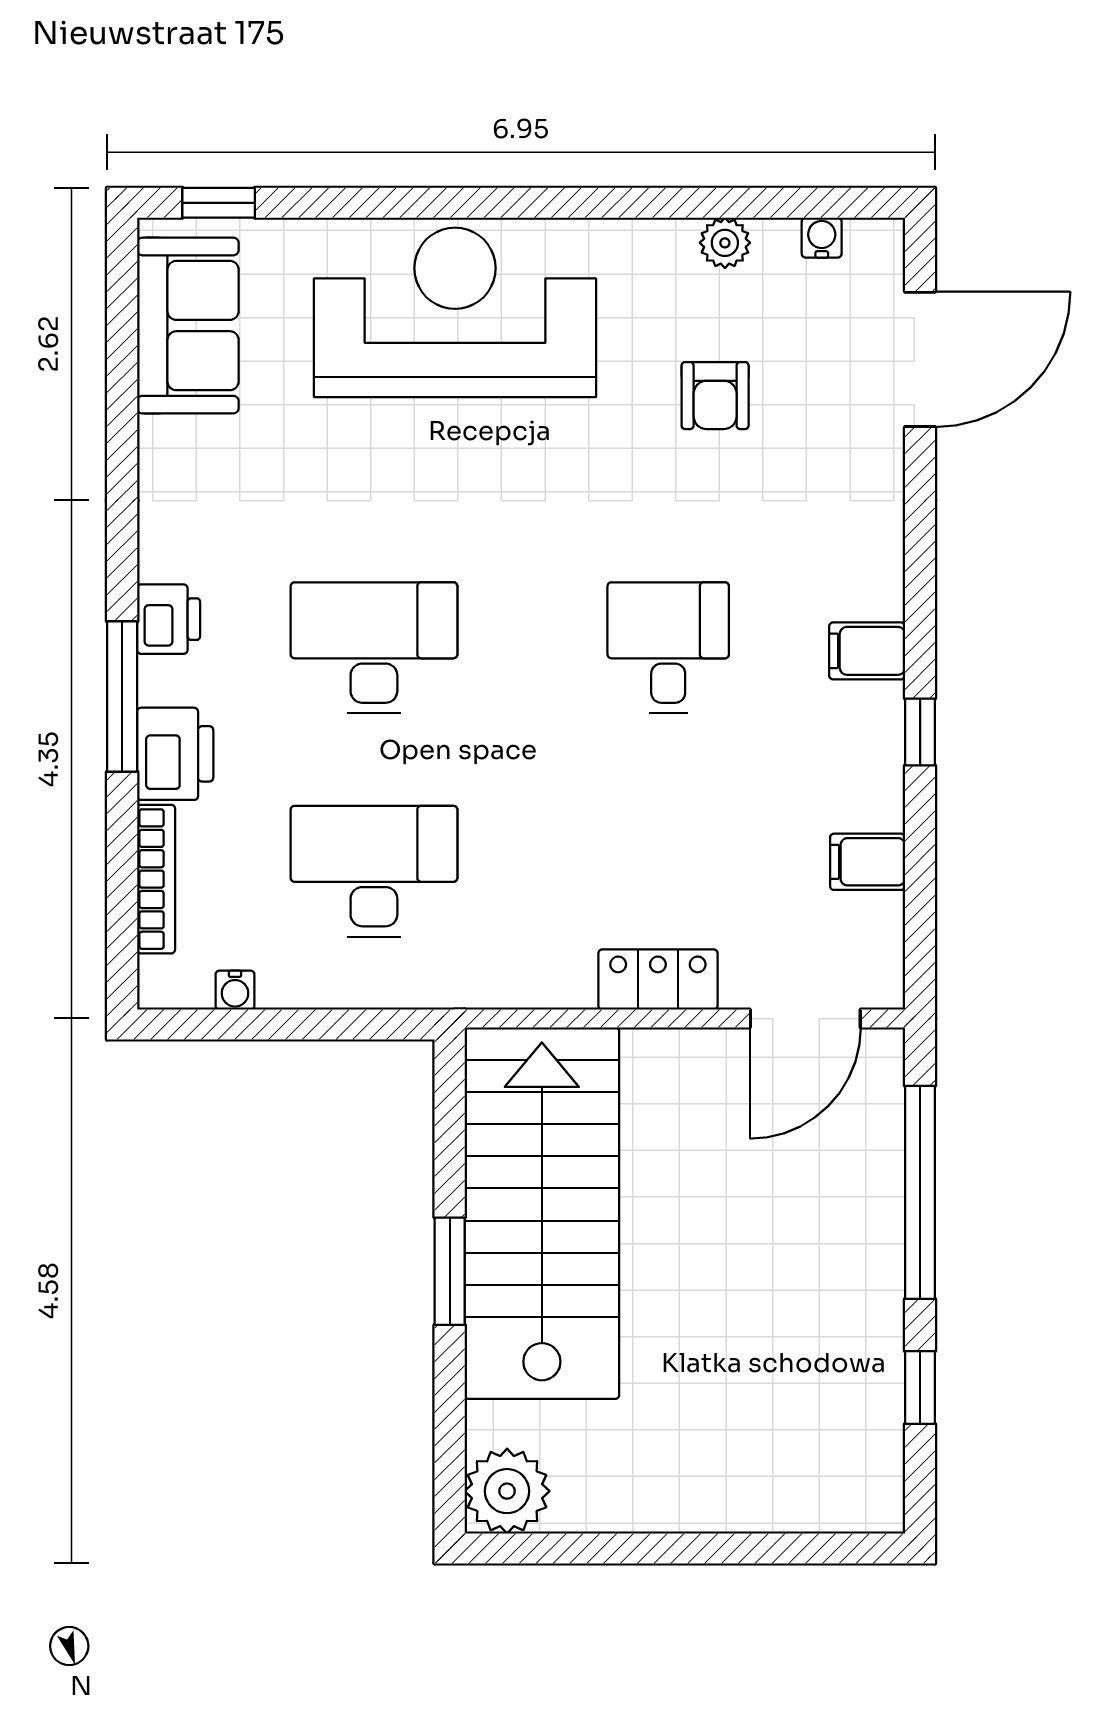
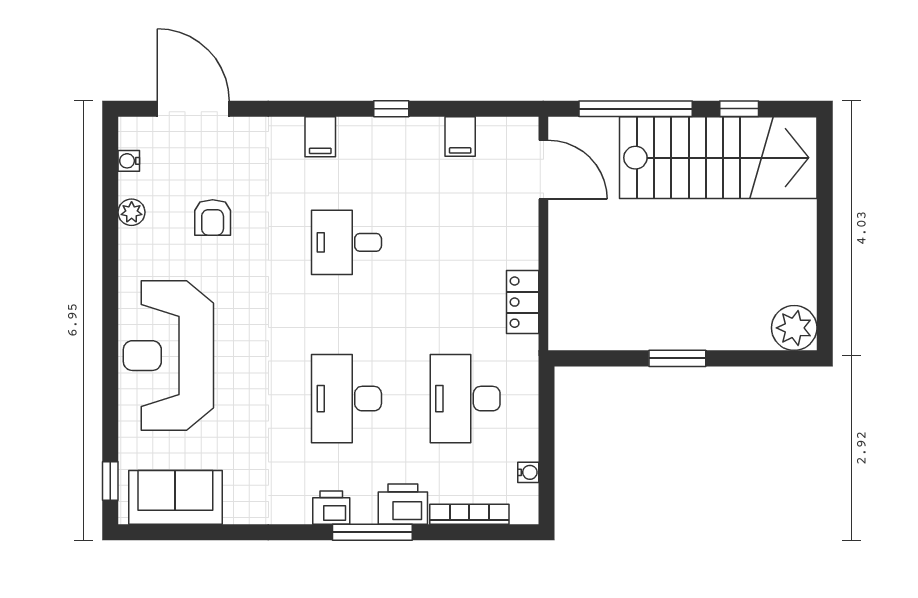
armchair: (715, 396) -> (213, 217), turned 90
filing cabinet: (867, 651) -> (320, 137), moved
locker: (658, 980) -> (523, 302), moved
stairs: (542, 1213) -> (718, 158), moved, turned 180

